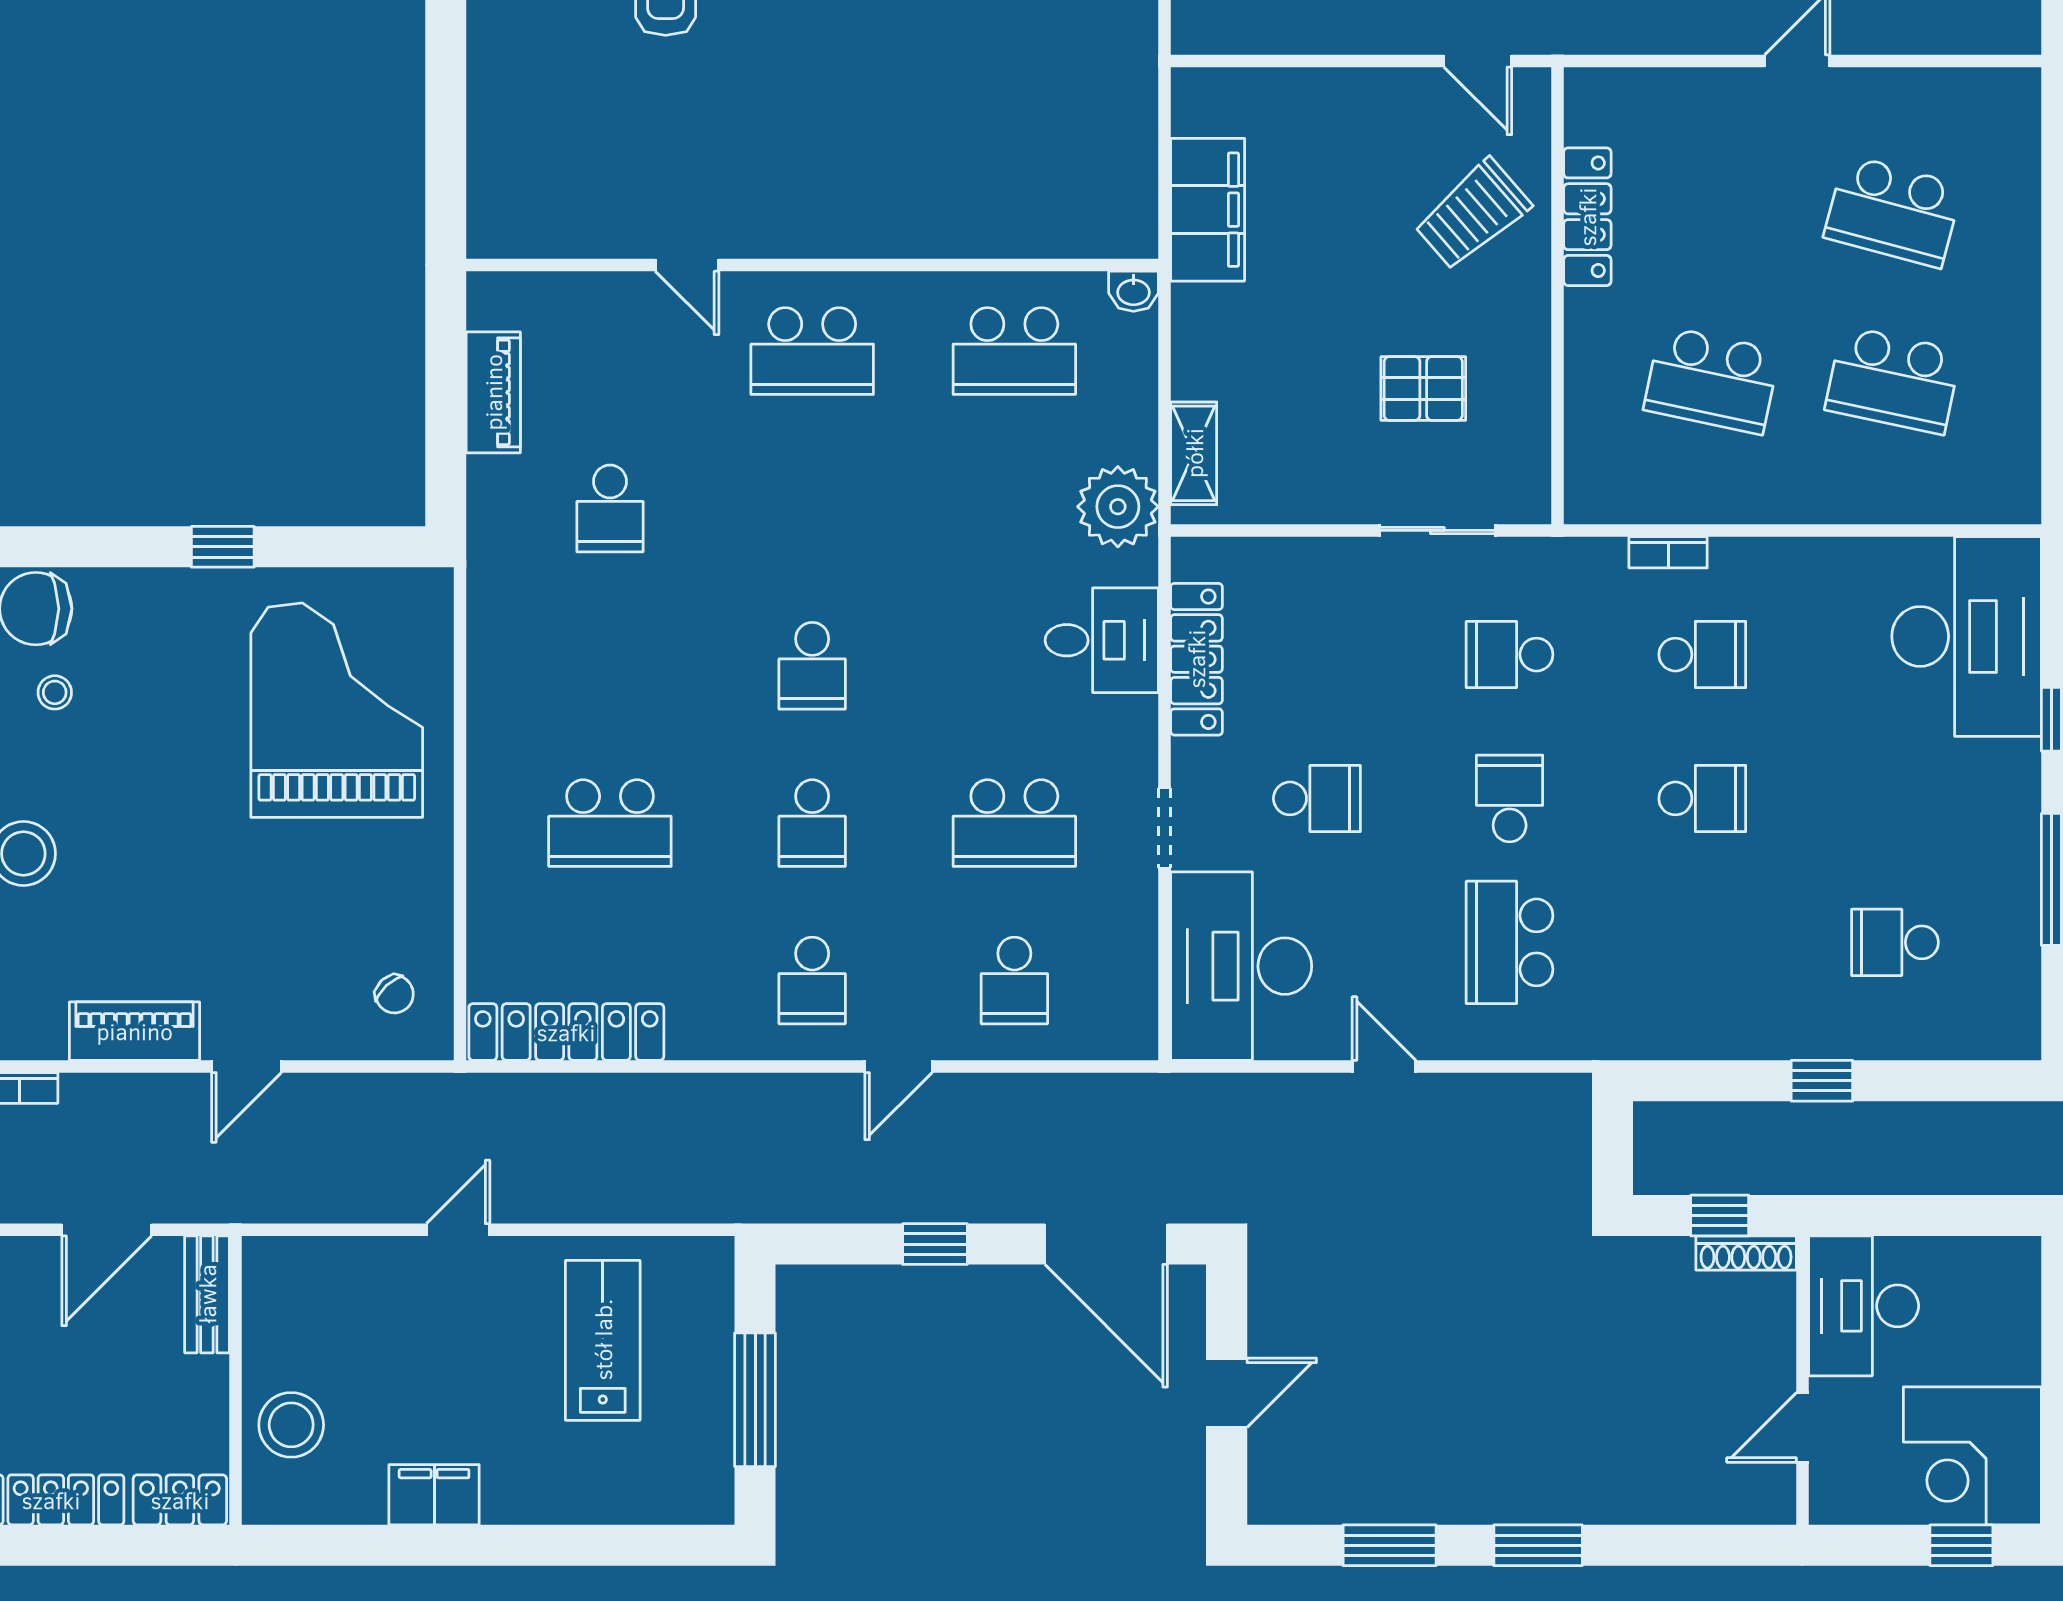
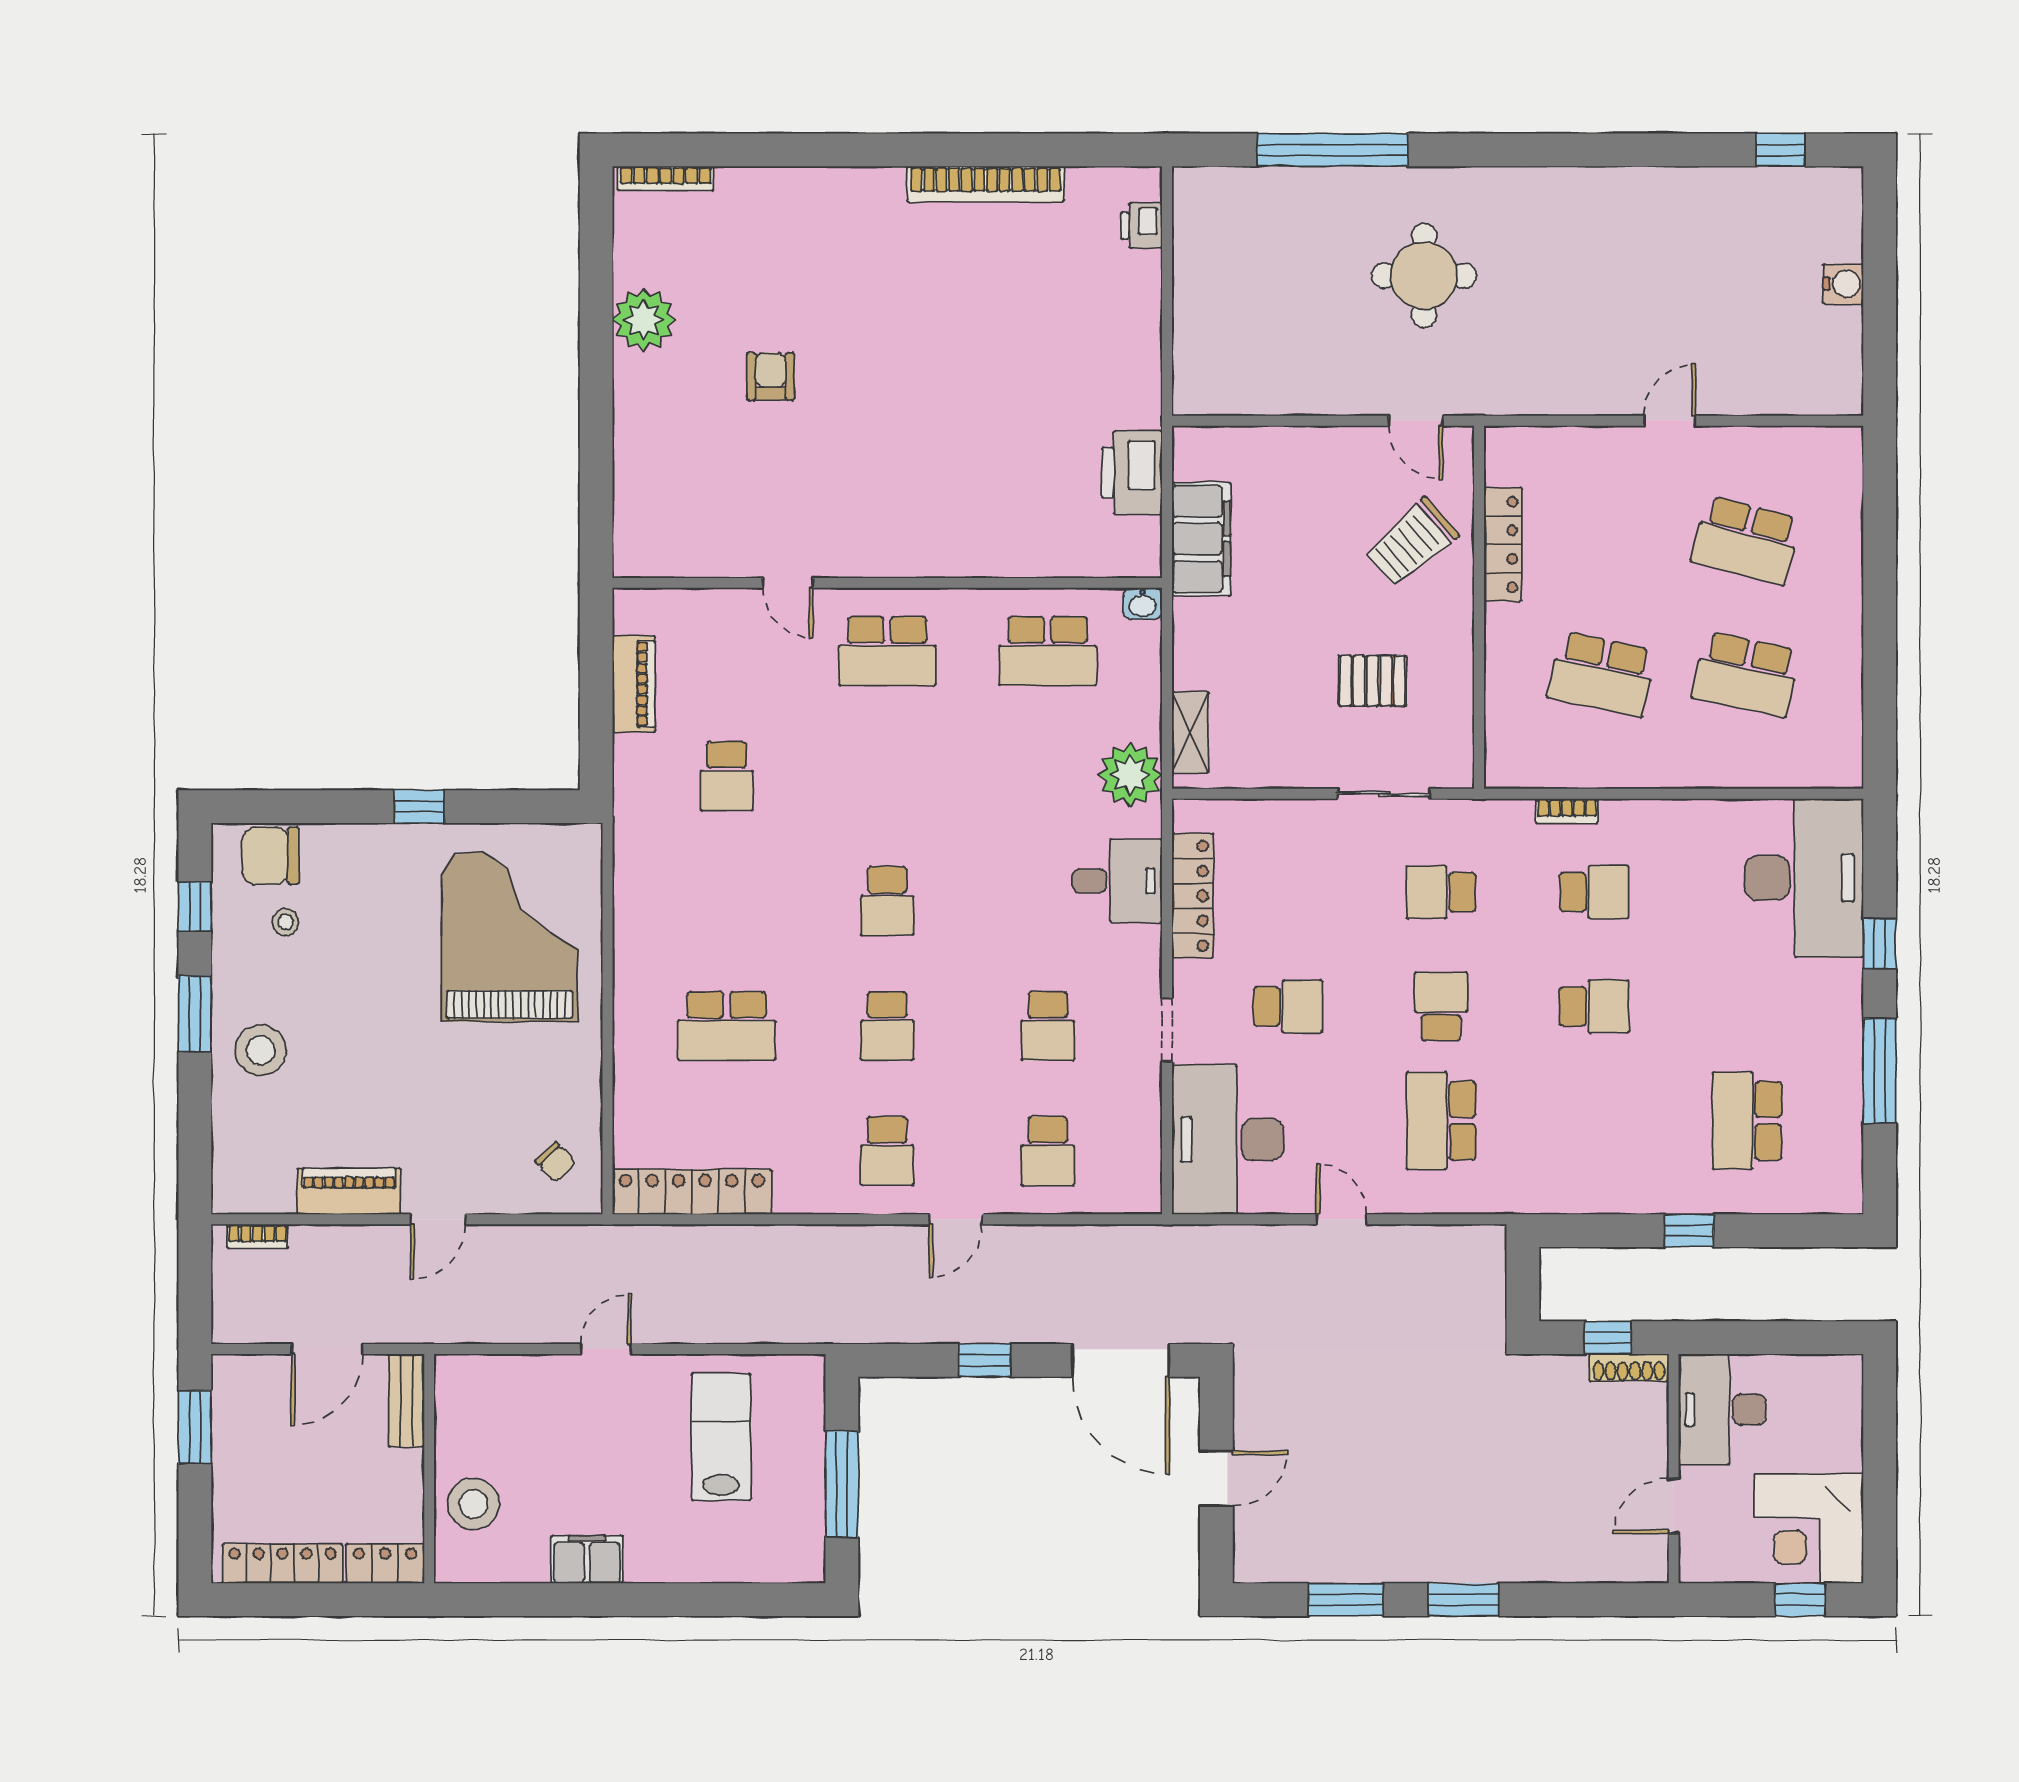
printer: (1120, 126) -> (1132, 473), added
school desk: (1014, 823) -> (1048, 1026), width x0.54
school desk: (1895, 942) -> (1747, 1121), width x1.85

